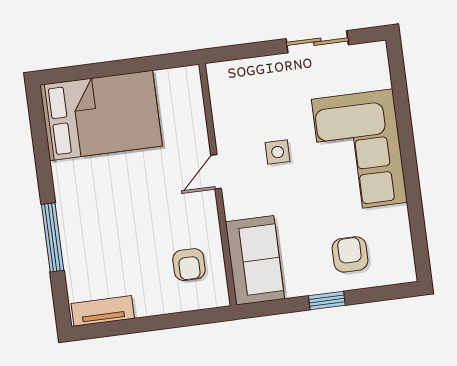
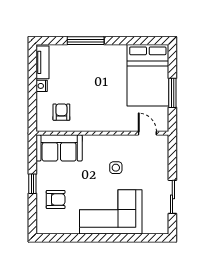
window: (128, 66) -> (172, 93), added
door: (216, 172) -> (147, 133), moved
armchair: (189, 265) -> (61, 112), turned 90
nightstand: (146, 307) -> (42, 86), added

